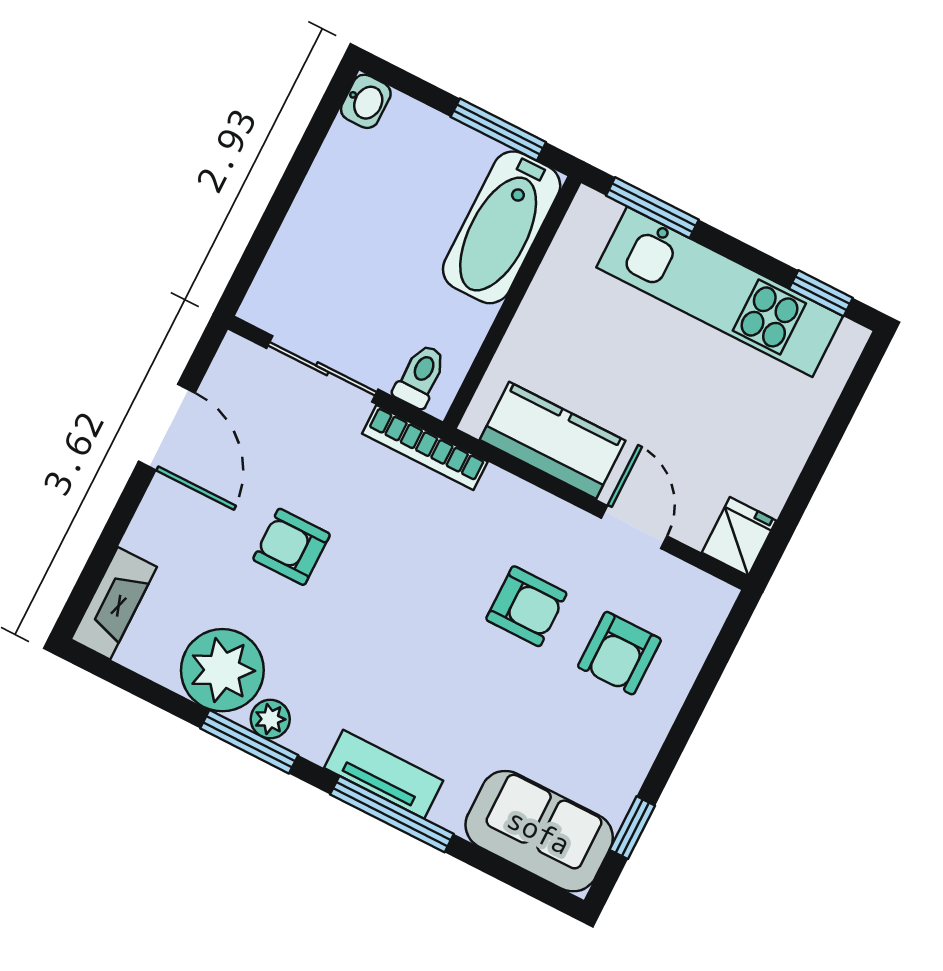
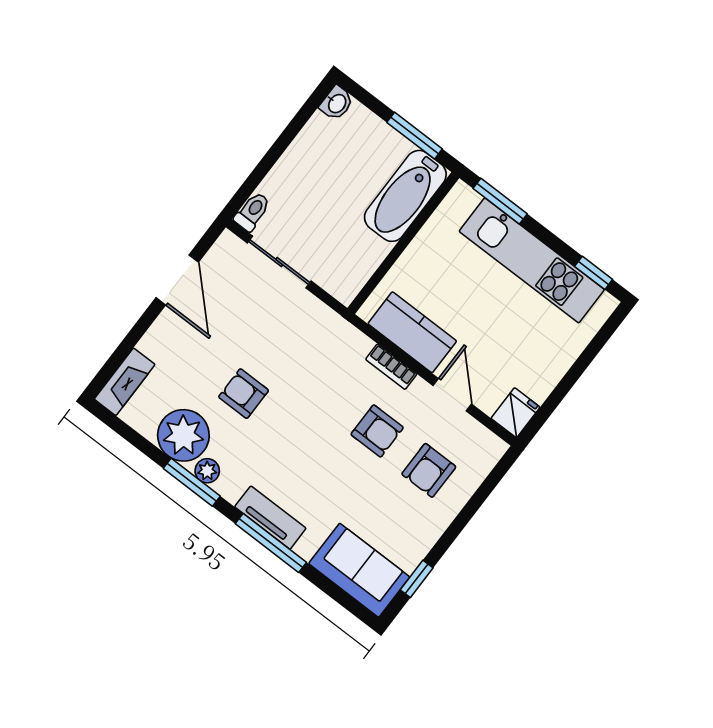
toilet: (420, 376) -> (252, 212), moved
bookcase: (425, 448) -> (391, 367), moved, width x0.64
armchair: (292, 547) -> (244, 394), moved

